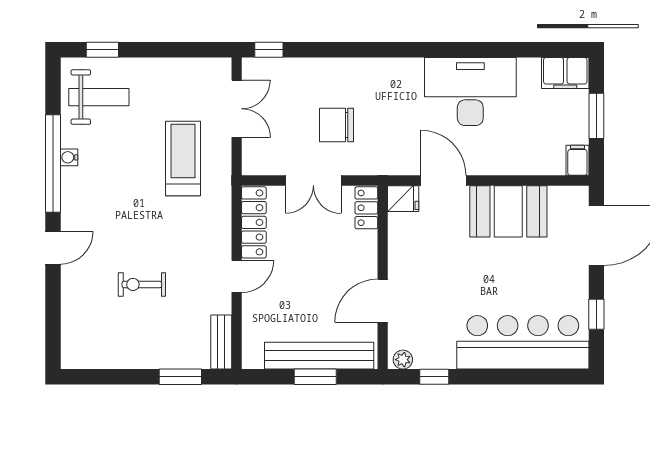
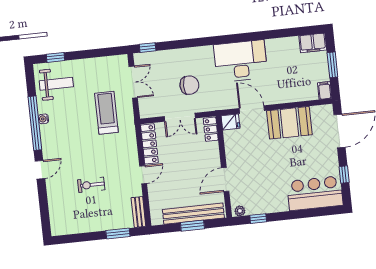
desk: (470, 91) -> (241, 61), moved
chair: (337, 125) -> (189, 85), turned 180
bar counter: (523, 342) -> (315, 193), width x0.73

